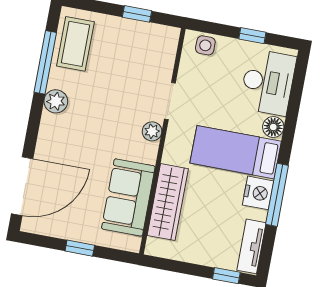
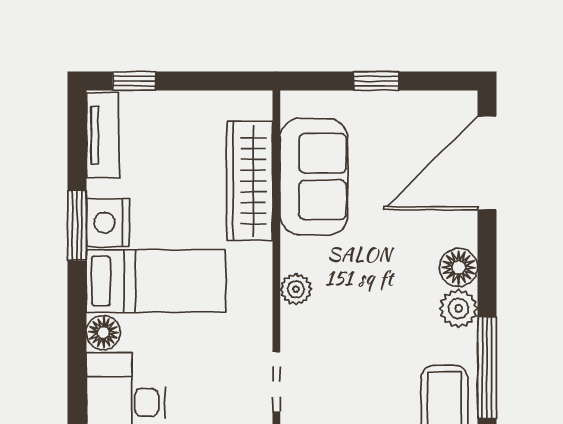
doorway: (170, 101) -> (276, 382), moved
floor lamp: (51, 126) -> (459, 267), added
window: (277, 195) -> (77, 225), width x0.69

